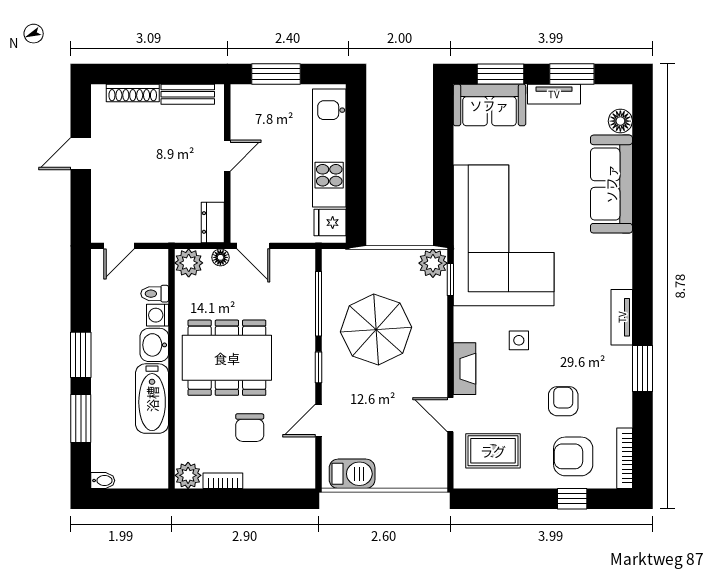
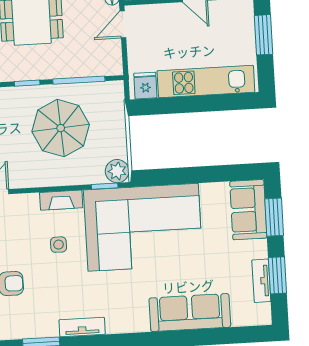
tv unit: (554, 94) -> (261, 281), moved
floor lamp: (620, 121) -> (241, 317), removed
fireplace: (464, 369) -> (61, 200), moved

